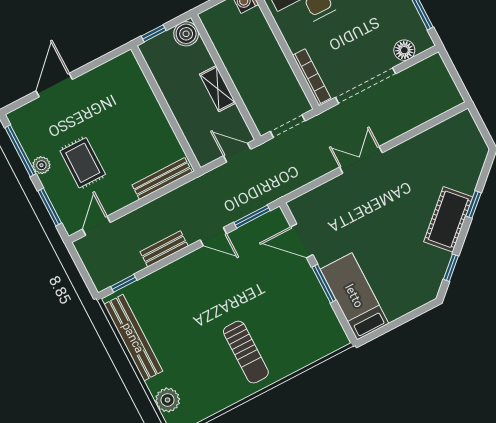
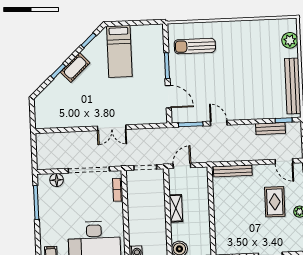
bookcase: (312, 77) -> (118, 190), width x0.64
door: (237, 153) -> (182, 166), swing flipped
cot: (448, 219) -> (75, 68), width x0.73, depth x0.75
door: (96, 226) -> (284, 161), hinge flipped
bench: (164, 249) -> (271, 129), moved
bed: (354, 296) -> (119, 51), moved
sun lounger: (246, 352) -> (195, 46), moved, turned -90

